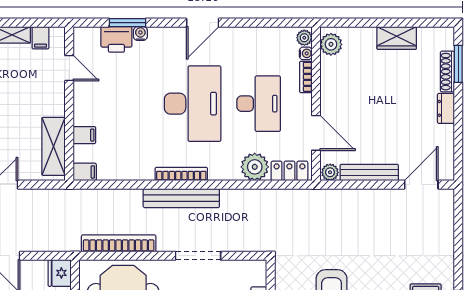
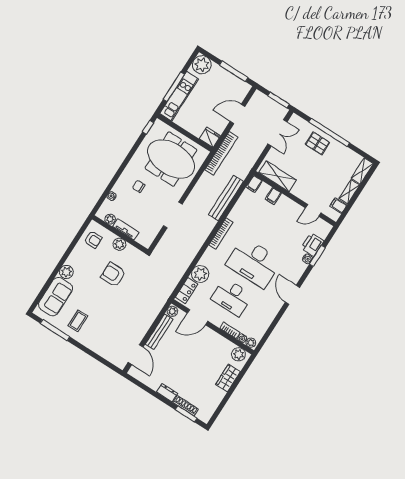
wardrobe: (397, 38) -> (228, 378), moved
bench: (181, 198) -> (226, 198), moved
bookcase: (119, 243) -> (221, 153), moved

